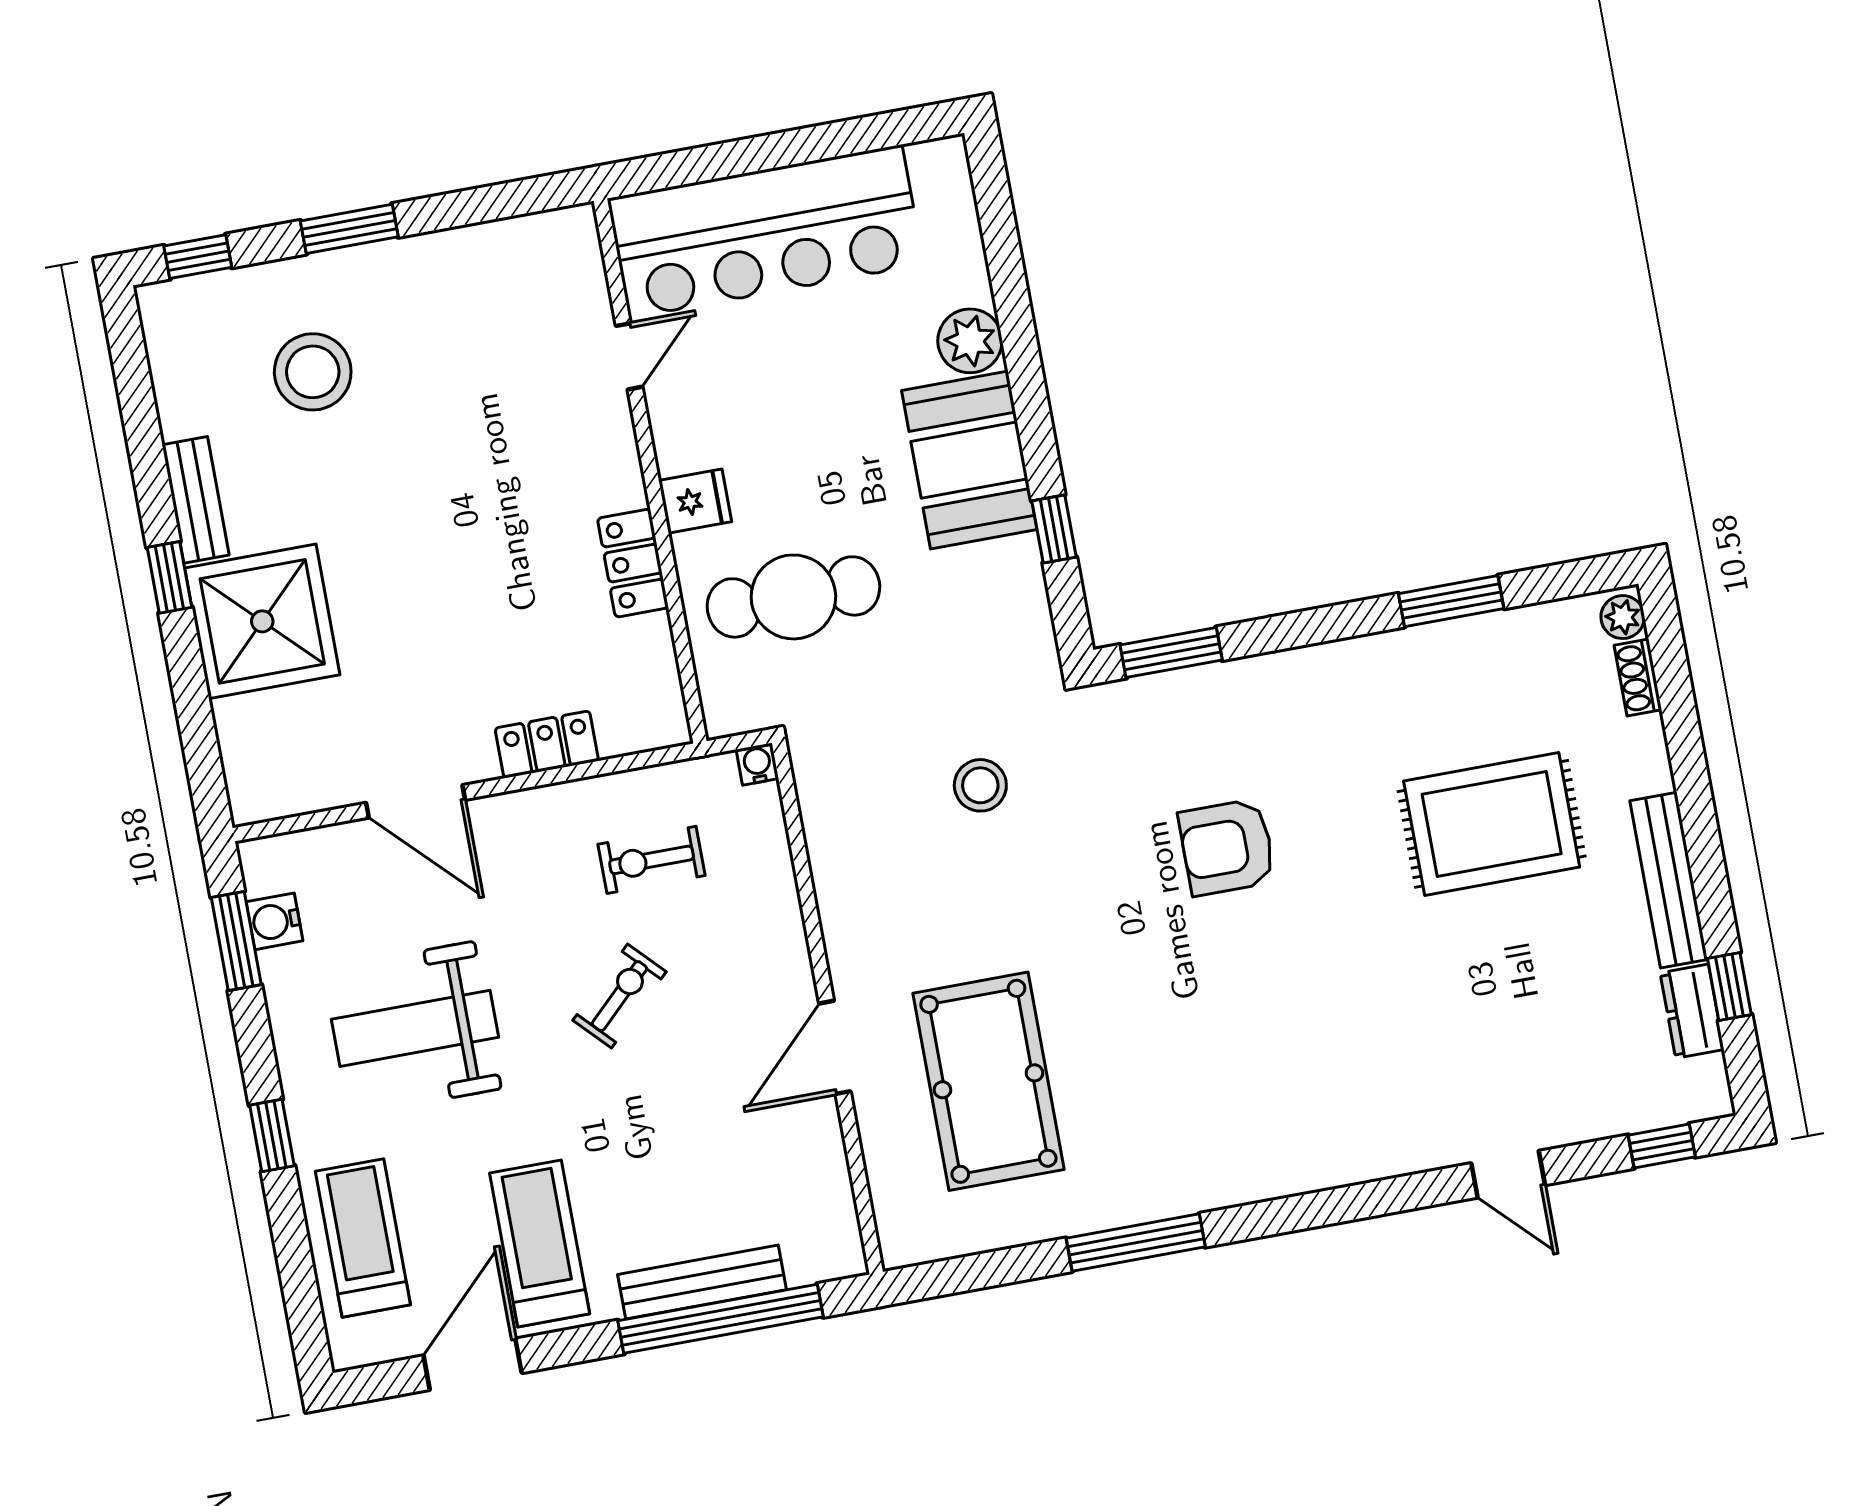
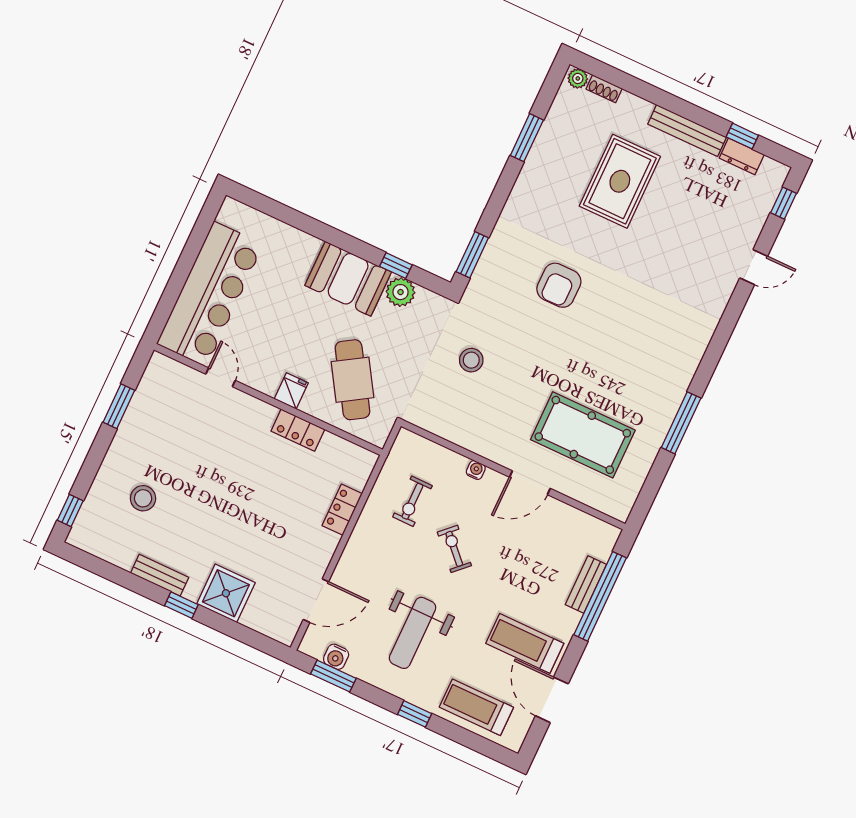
window: (349, 229) -> (119, 406), moved
plant: (970, 341) -> (401, 292), moved
stool: (313, 372) -> (143, 498), width x0.73, depth x0.73
cafe table: (793, 597) -> (353, 380), turned -32
shower: (262, 621) -> (226, 593), width x0.73, depth x0.73
water cooler: (757, 764) -> (476, 470), moved, turned 90
door: (416, 801) -> (316, 601), moved
door: (835, 1047) -> (530, 483), hinge flipped
bench: (702, 1282) -> (586, 585), width x0.73

